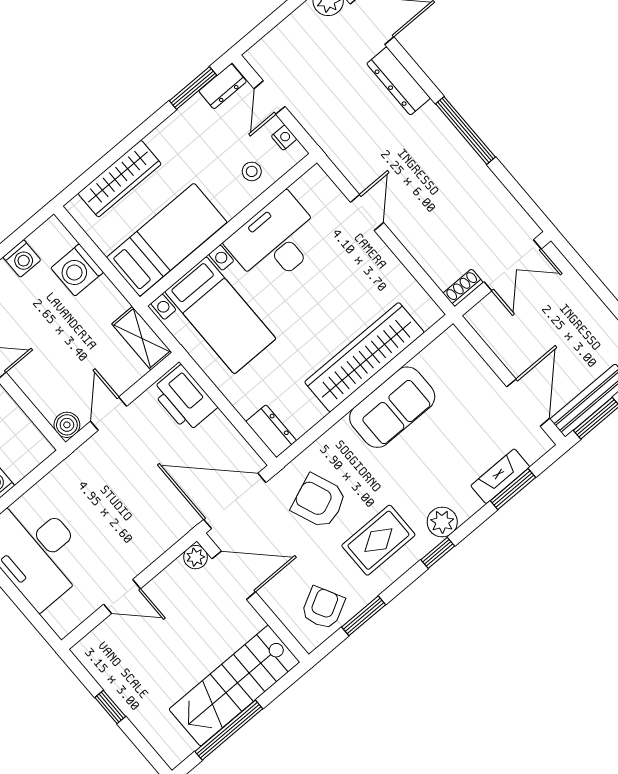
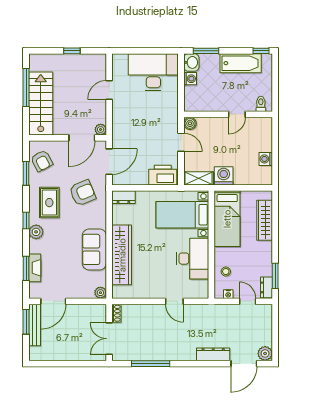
window: (465, 130) -> (151, 364), moved
washing machine: (77, 270) -> (224, 176), moved
plant: (452, 340) -> (100, 293), added
door: (528, 403) -> (53, 301), hinge flipped
door: (235, 501) -> (109, 162), width x0.73

